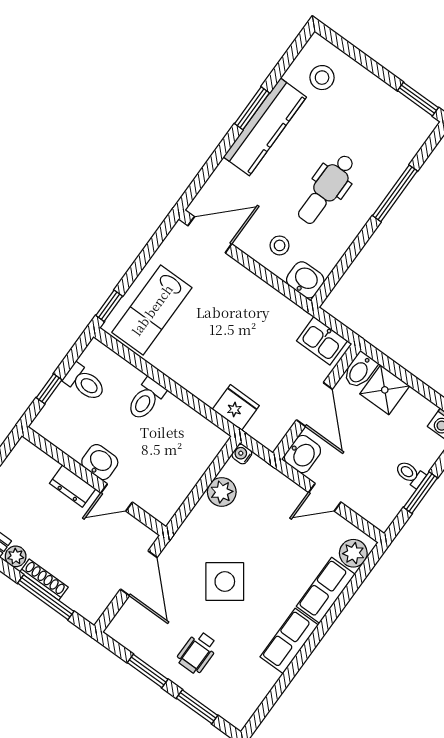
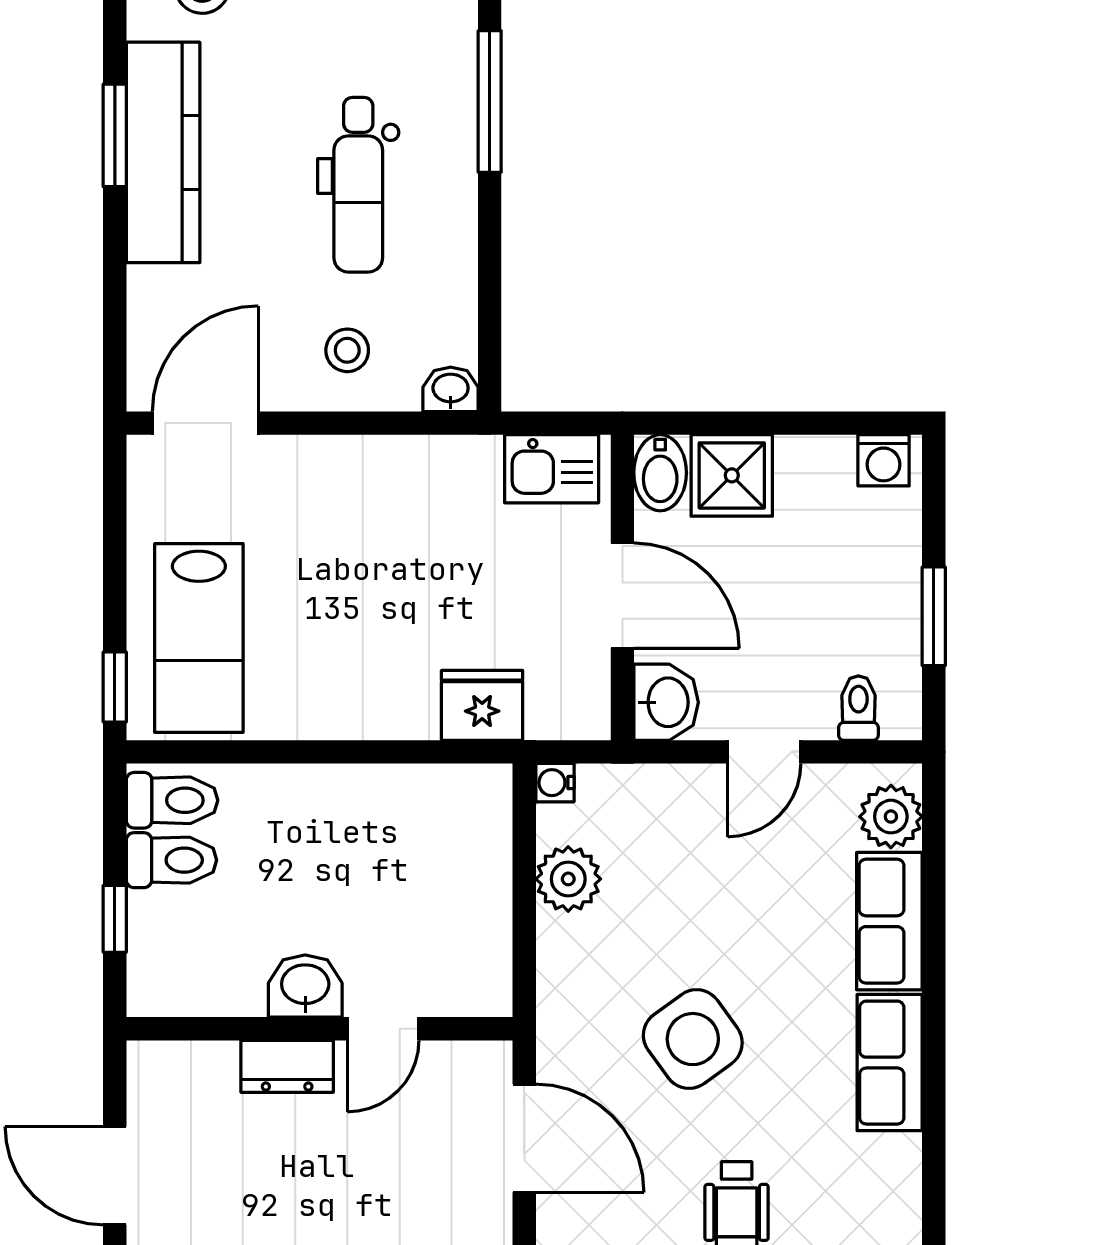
washbasin: (305, 280) -> (451, 389), width x0.72, depth x0.69
toilet: (146, 399) -> (172, 800), moved, turned -90
toilet: (410, 474) -> (858, 708), moved, turned 90

